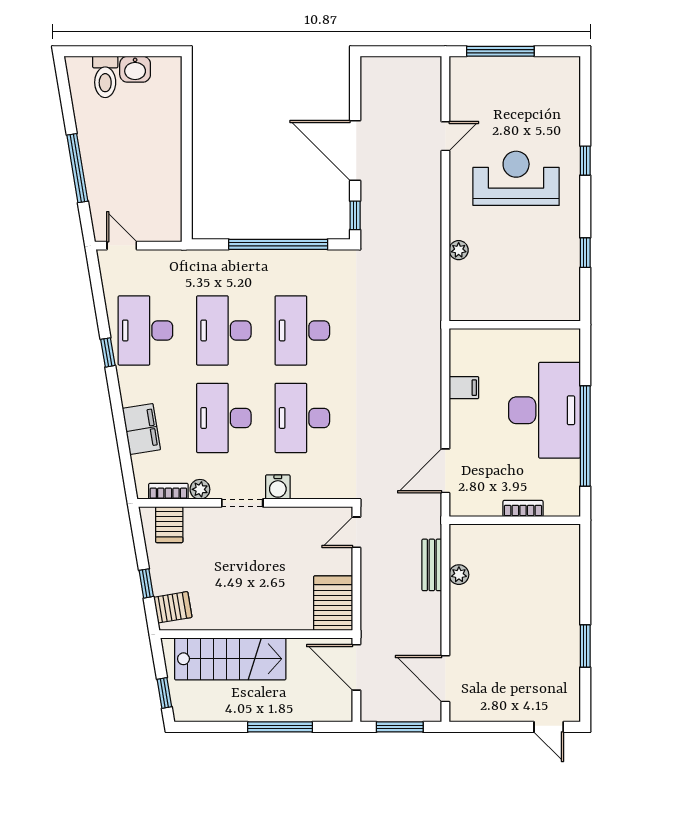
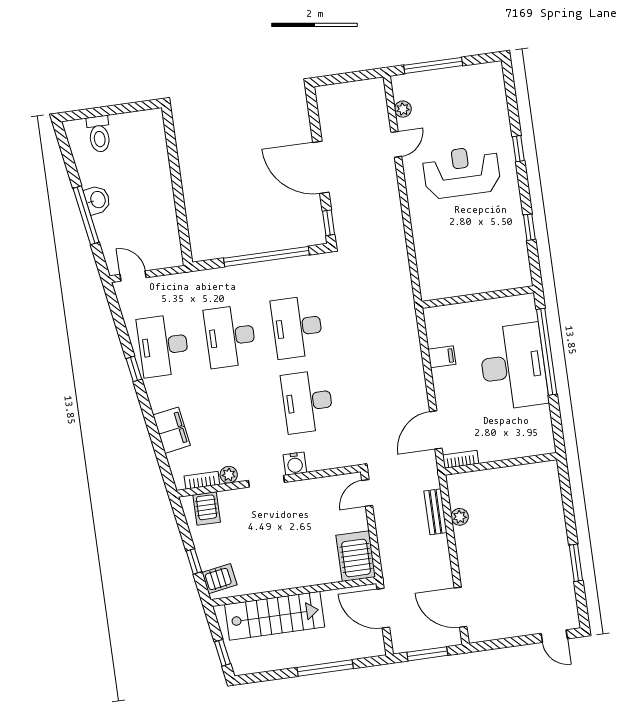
washbasin: (135, 69) -> (97, 200), moved, turned -99
plant: (459, 250) -> (403, 109), moved
desk: (224, 418) -> (241, 411), removed
window: (585, 436) -> (547, 352), moved
bookcase: (523, 508) -> (461, 459), moved

